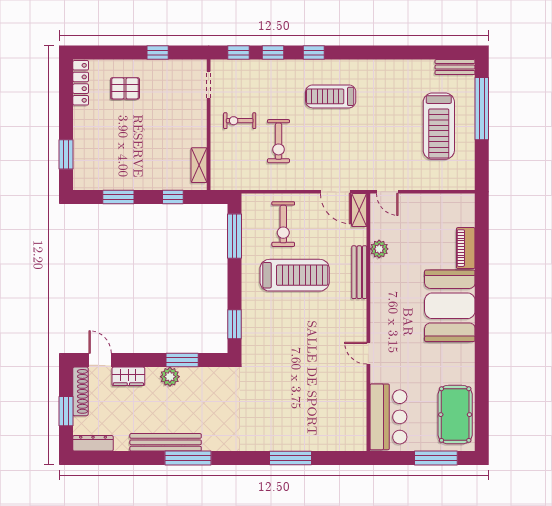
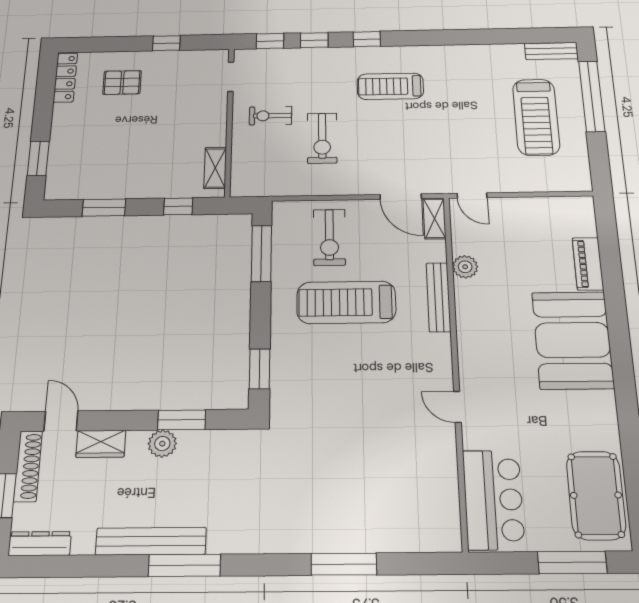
treadmill: (295, 275) -> (346, 302), turned 180

